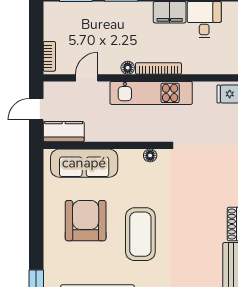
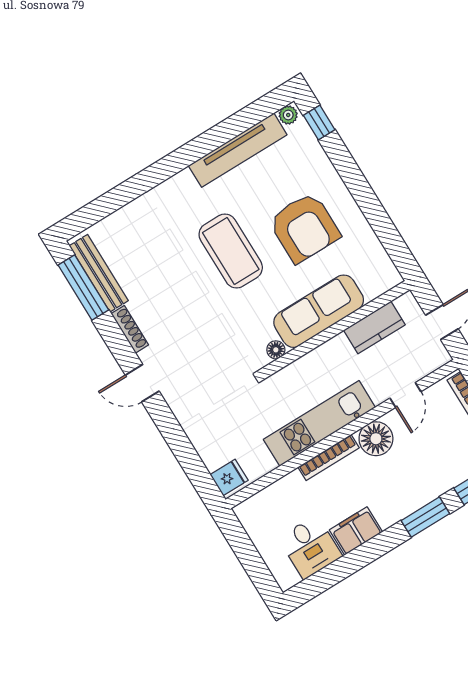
floor lamp: (128, 68) -> (376, 439), width x1.89, depth x1.89
kitchen counter: (64, 132) -> (374, 327), moved
sofa: (84, 163) -> (319, 311), moved

